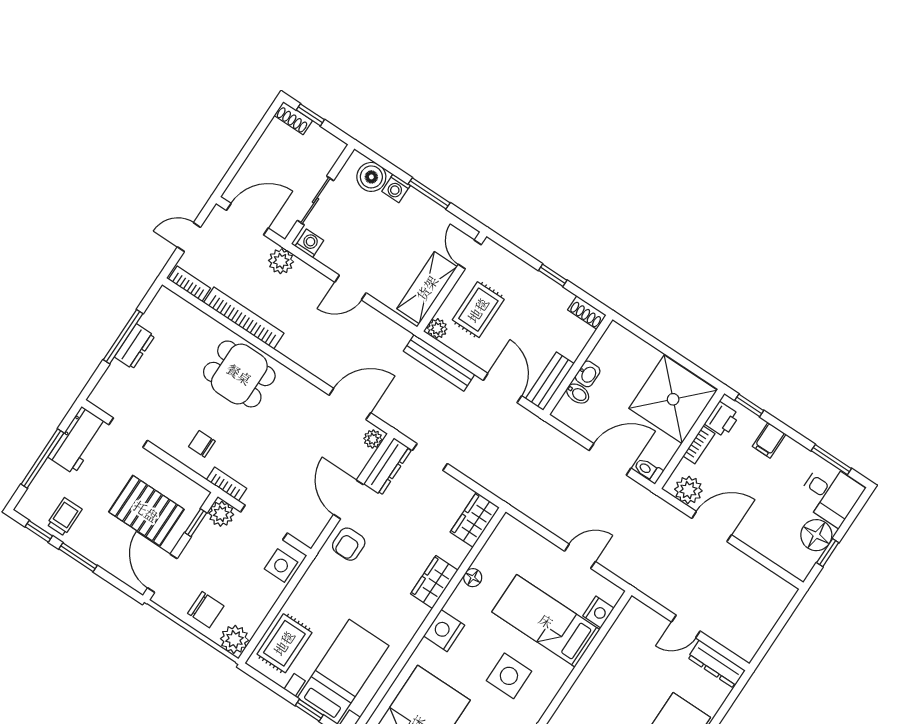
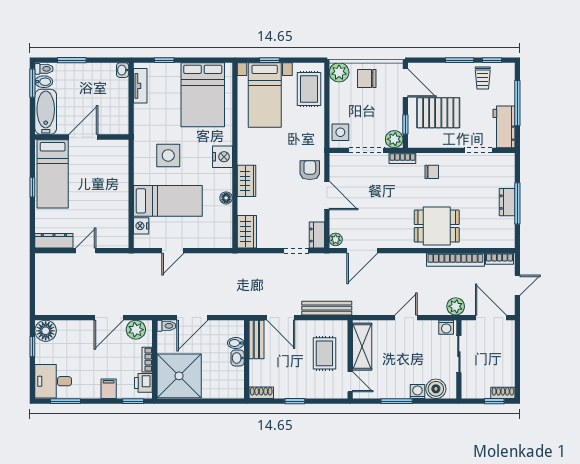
door: (247, 219) -> (491, 318), swing flipped
plant: (437, 328) -> (341, 327), removed
dresser: (388, 467) -> (317, 235), width x0.70
floor lamp: (816, 535) -> (46, 331), moved

